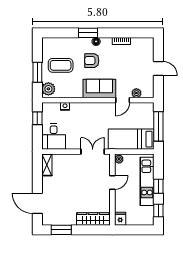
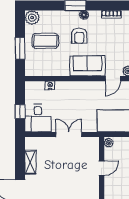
armchair: (92, 61) -> (79, 36), turned -90
plant: (48, 89) -> (32, 18), moved
window: (37, 118) -> (20, 112), moved
double door: (93, 152) -> (69, 135), moved
shelving: (47, 165) -> (30, 162), moved

